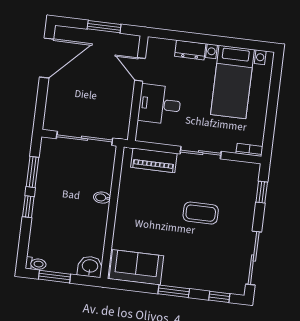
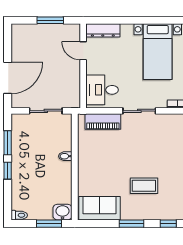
dresser: (190, 50) -> (103, 30), moved, width x1.44
door: (47, 58) -> (8, 78), moved
desk: (160, 104) -> (102, 90), moved
sliding door: (85, 138) -> (46, 111), width x0.73
coffee table: (201, 213) -> (144, 186), moved
window: (55, 277) -> (49, 224), moved

